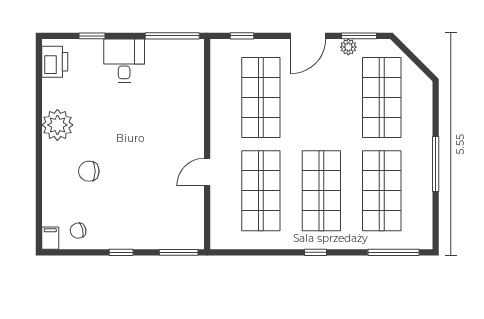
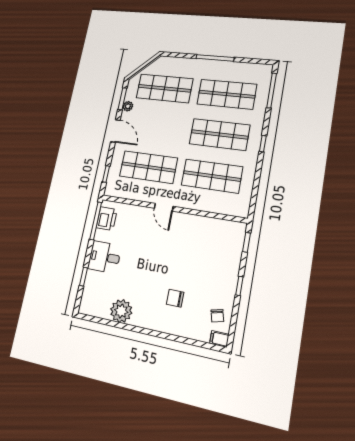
printer: (55, 62) -> (107, 219), moved, turned 90
plant: (57, 125) -> (121, 311), moved
chair: (89, 171) -> (175, 298), turned 90
door: (207, 172) -> (164, 207), moved
window: (179, 252) -> (247, 242), width x0.67

